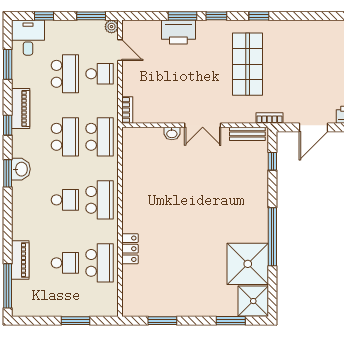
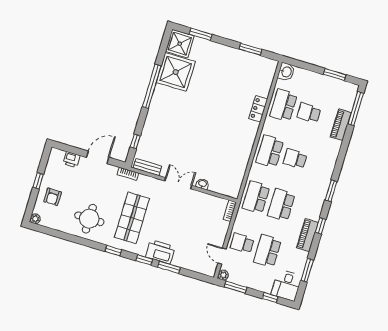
printer: (178, 32) -> (160, 252), moved
round table: (301, 47) -> (89, 219), added
washbasin: (21, 169) -> (286, 72), moved, turned 180
window: (75, 321) -> (335, 75), moved

